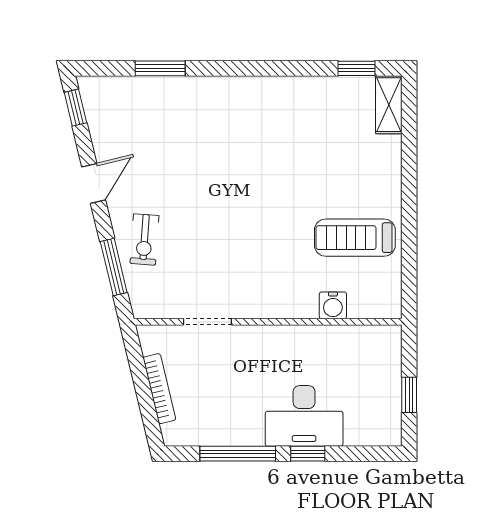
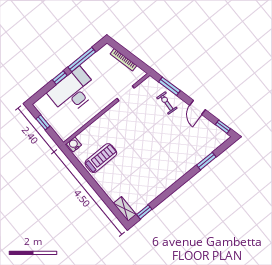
water cooler: (333, 305) -> (74, 144), moved
desk: (304, 416) -> (73, 91), width x1.36, depth x1.30

